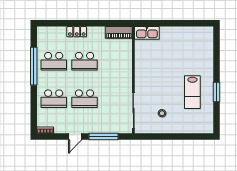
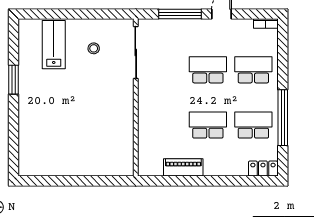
locker: (77, 32) -> (263, 169), moved
piano: (119, 32) -> (183, 167), moved
kitchen sink: (147, 33) -> (116, 167), removed
lab bench: (192, 92) -> (54, 45), moved

